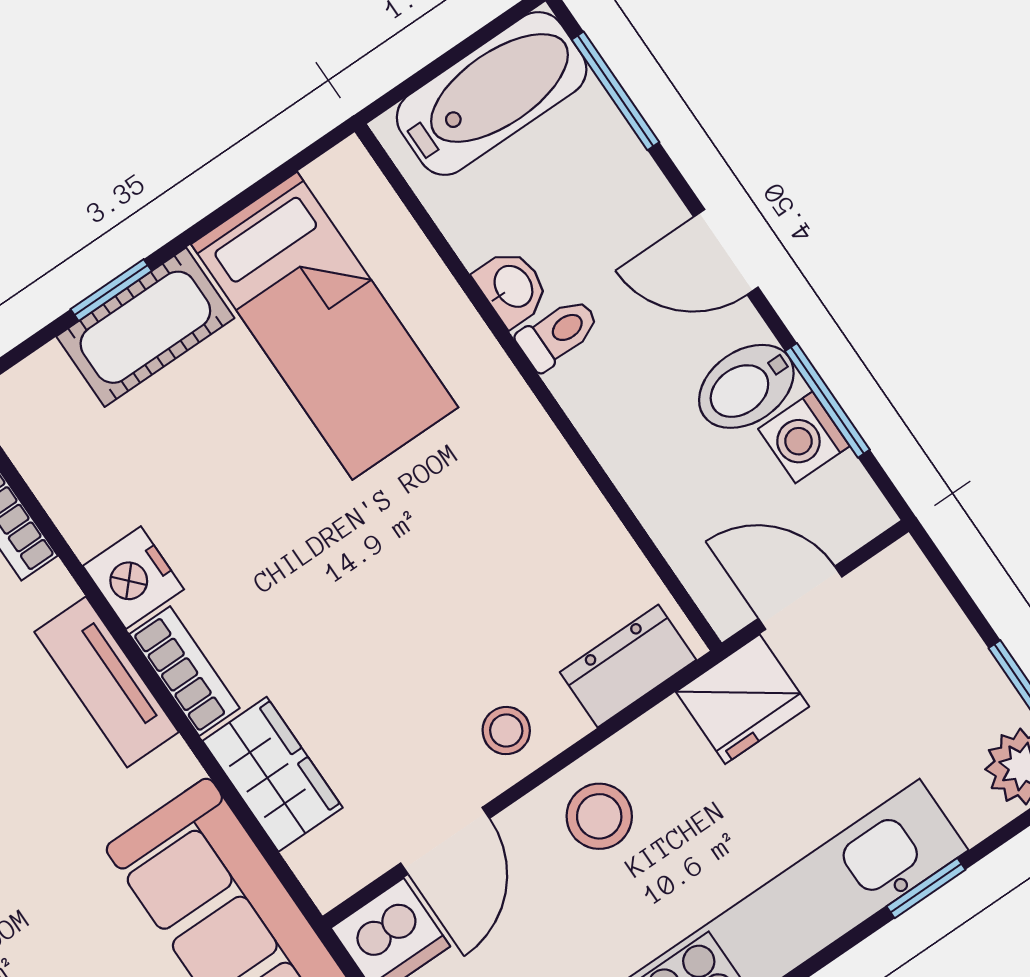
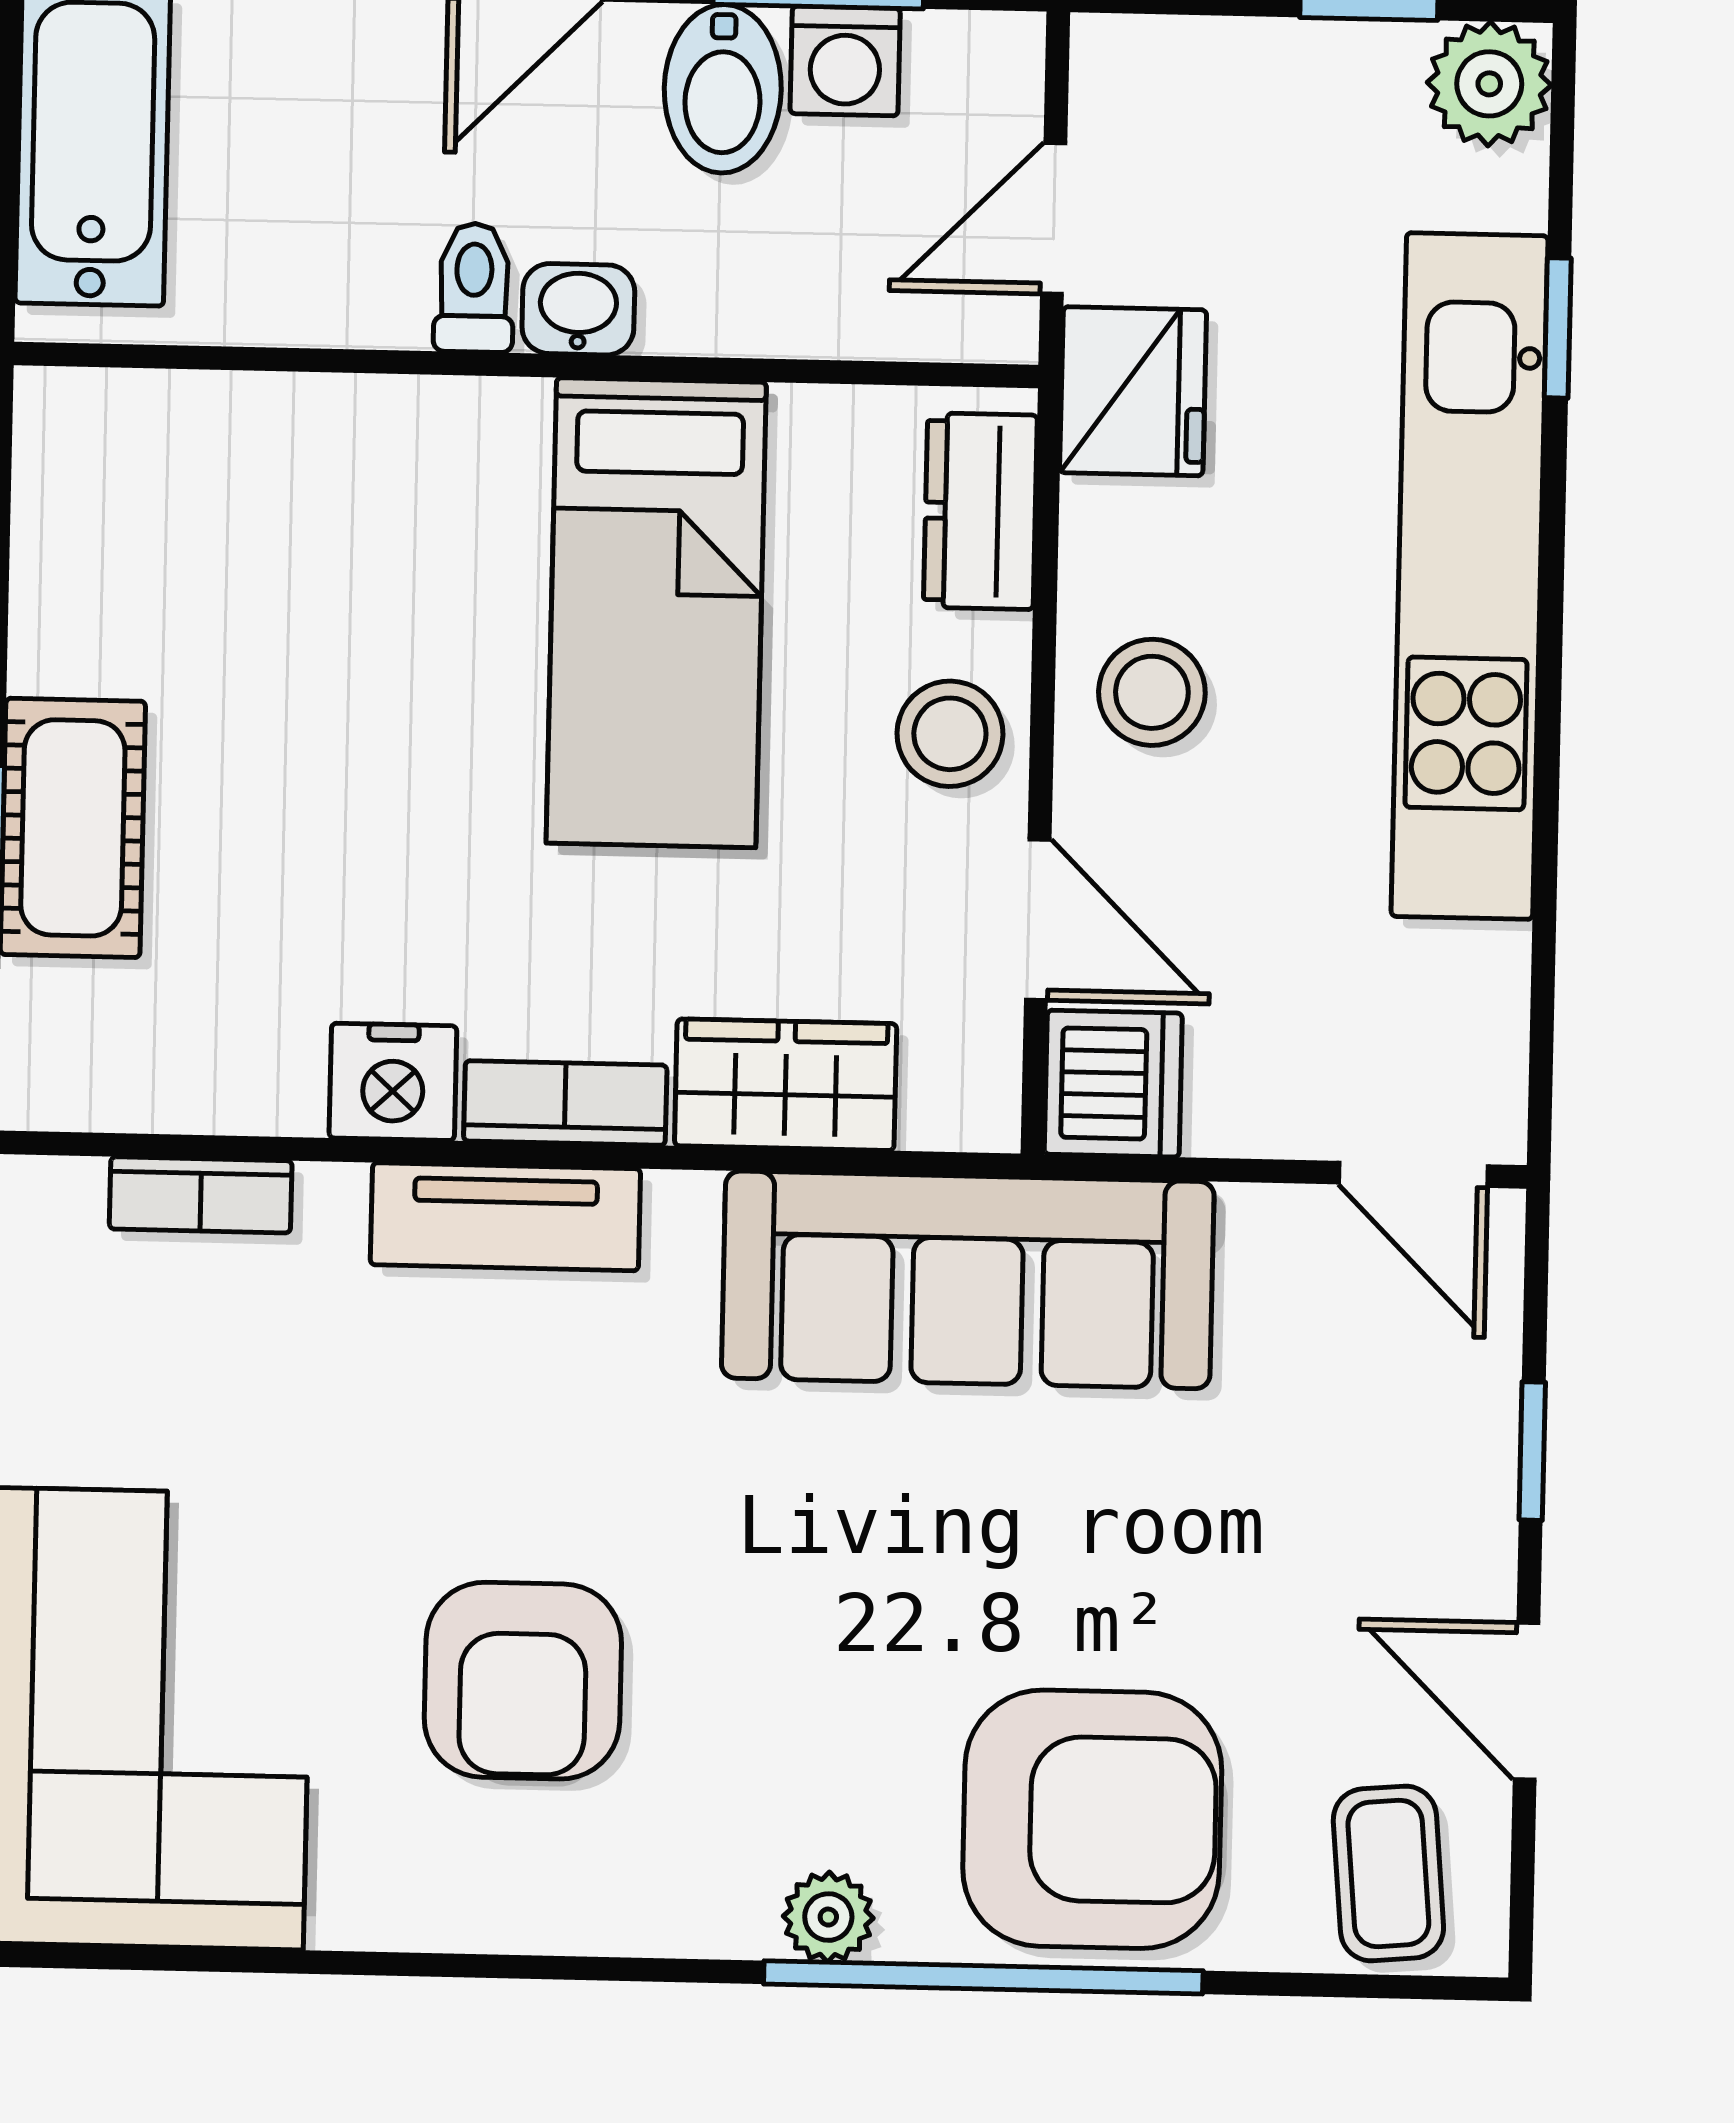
washbasin: (512, 287) -> (578, 309), moved
bed: (325, 326) -> (656, 613), moved, turned 90
stool: (506, 731) -> (950, 734), width x1.37, depth x1.37

